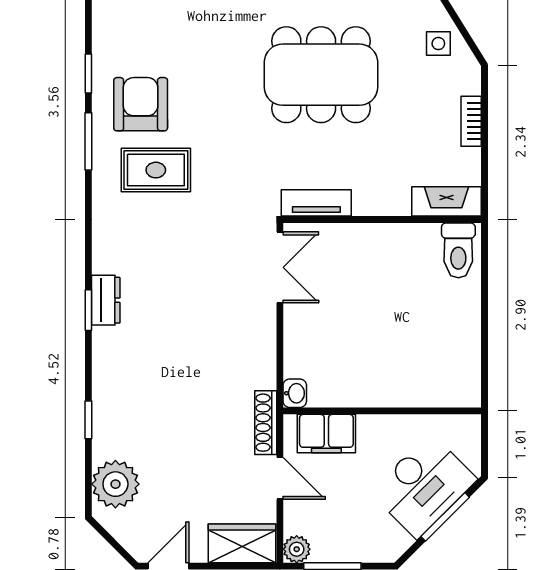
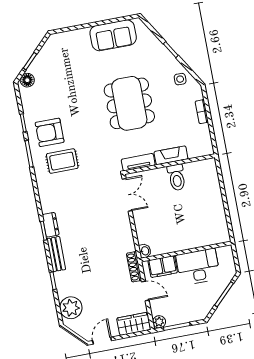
dining table: (321, 75) -> (129, 103), turned 90
armchair: (141, 104) -> (50, 132), turned -90
fireplace: (446, 201) -> (171, 155), moved
toilet: (458, 250) -> (177, 177), moved
bench: (106, 365) -> (56, 254), added
desk: (424, 486) -> (198, 267), moved, turned -135

